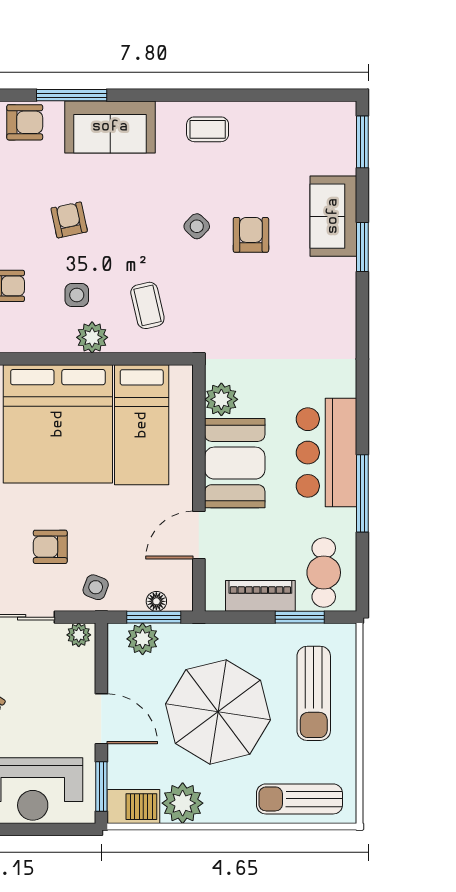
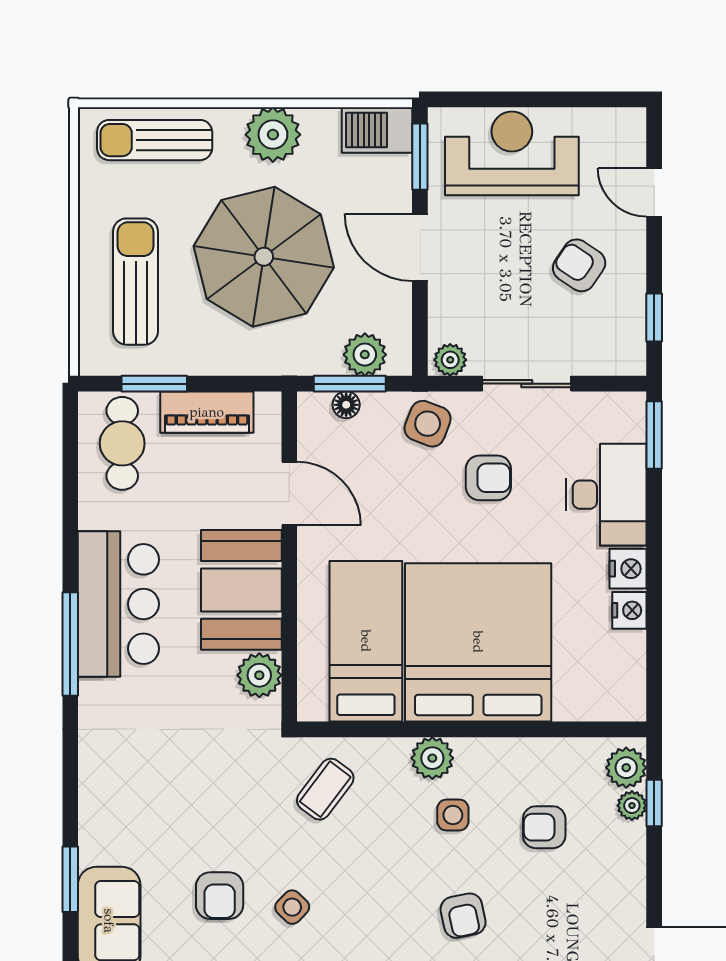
coffee table: (147, 305) -> (325, 789), moved, turned 50
window: (362, 493) -> (70, 644), moved
door: (199, 535) -> (289, 494), hinge flipped
side table: (96, 587) -> (428, 424), width x1.37, depth x1.37
sun lounger: (299, 799) -> (155, 140), turned 180
plant: (183, 803) -> (273, 135), moved

